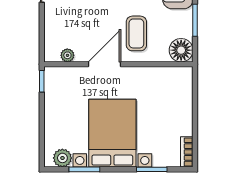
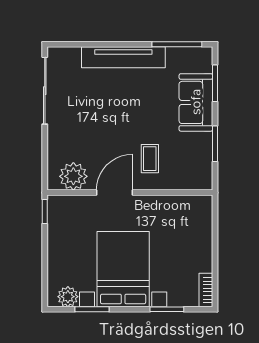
coffee table: (136, 33) -> (150, 159), width x0.73, depth x0.77
floor lamp: (181, 50) -> (199, 177), removed
plant: (67, 55) -> (73, 176), width x1.88, depth x1.88

